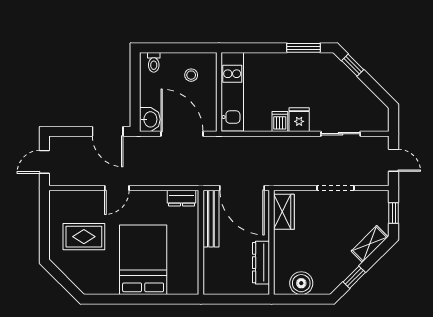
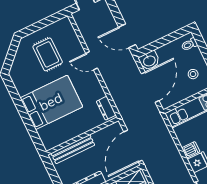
door: (108, 131) -> (127, 36), hinge flipped
bench: (211, 219) -> (73, 149), moved

